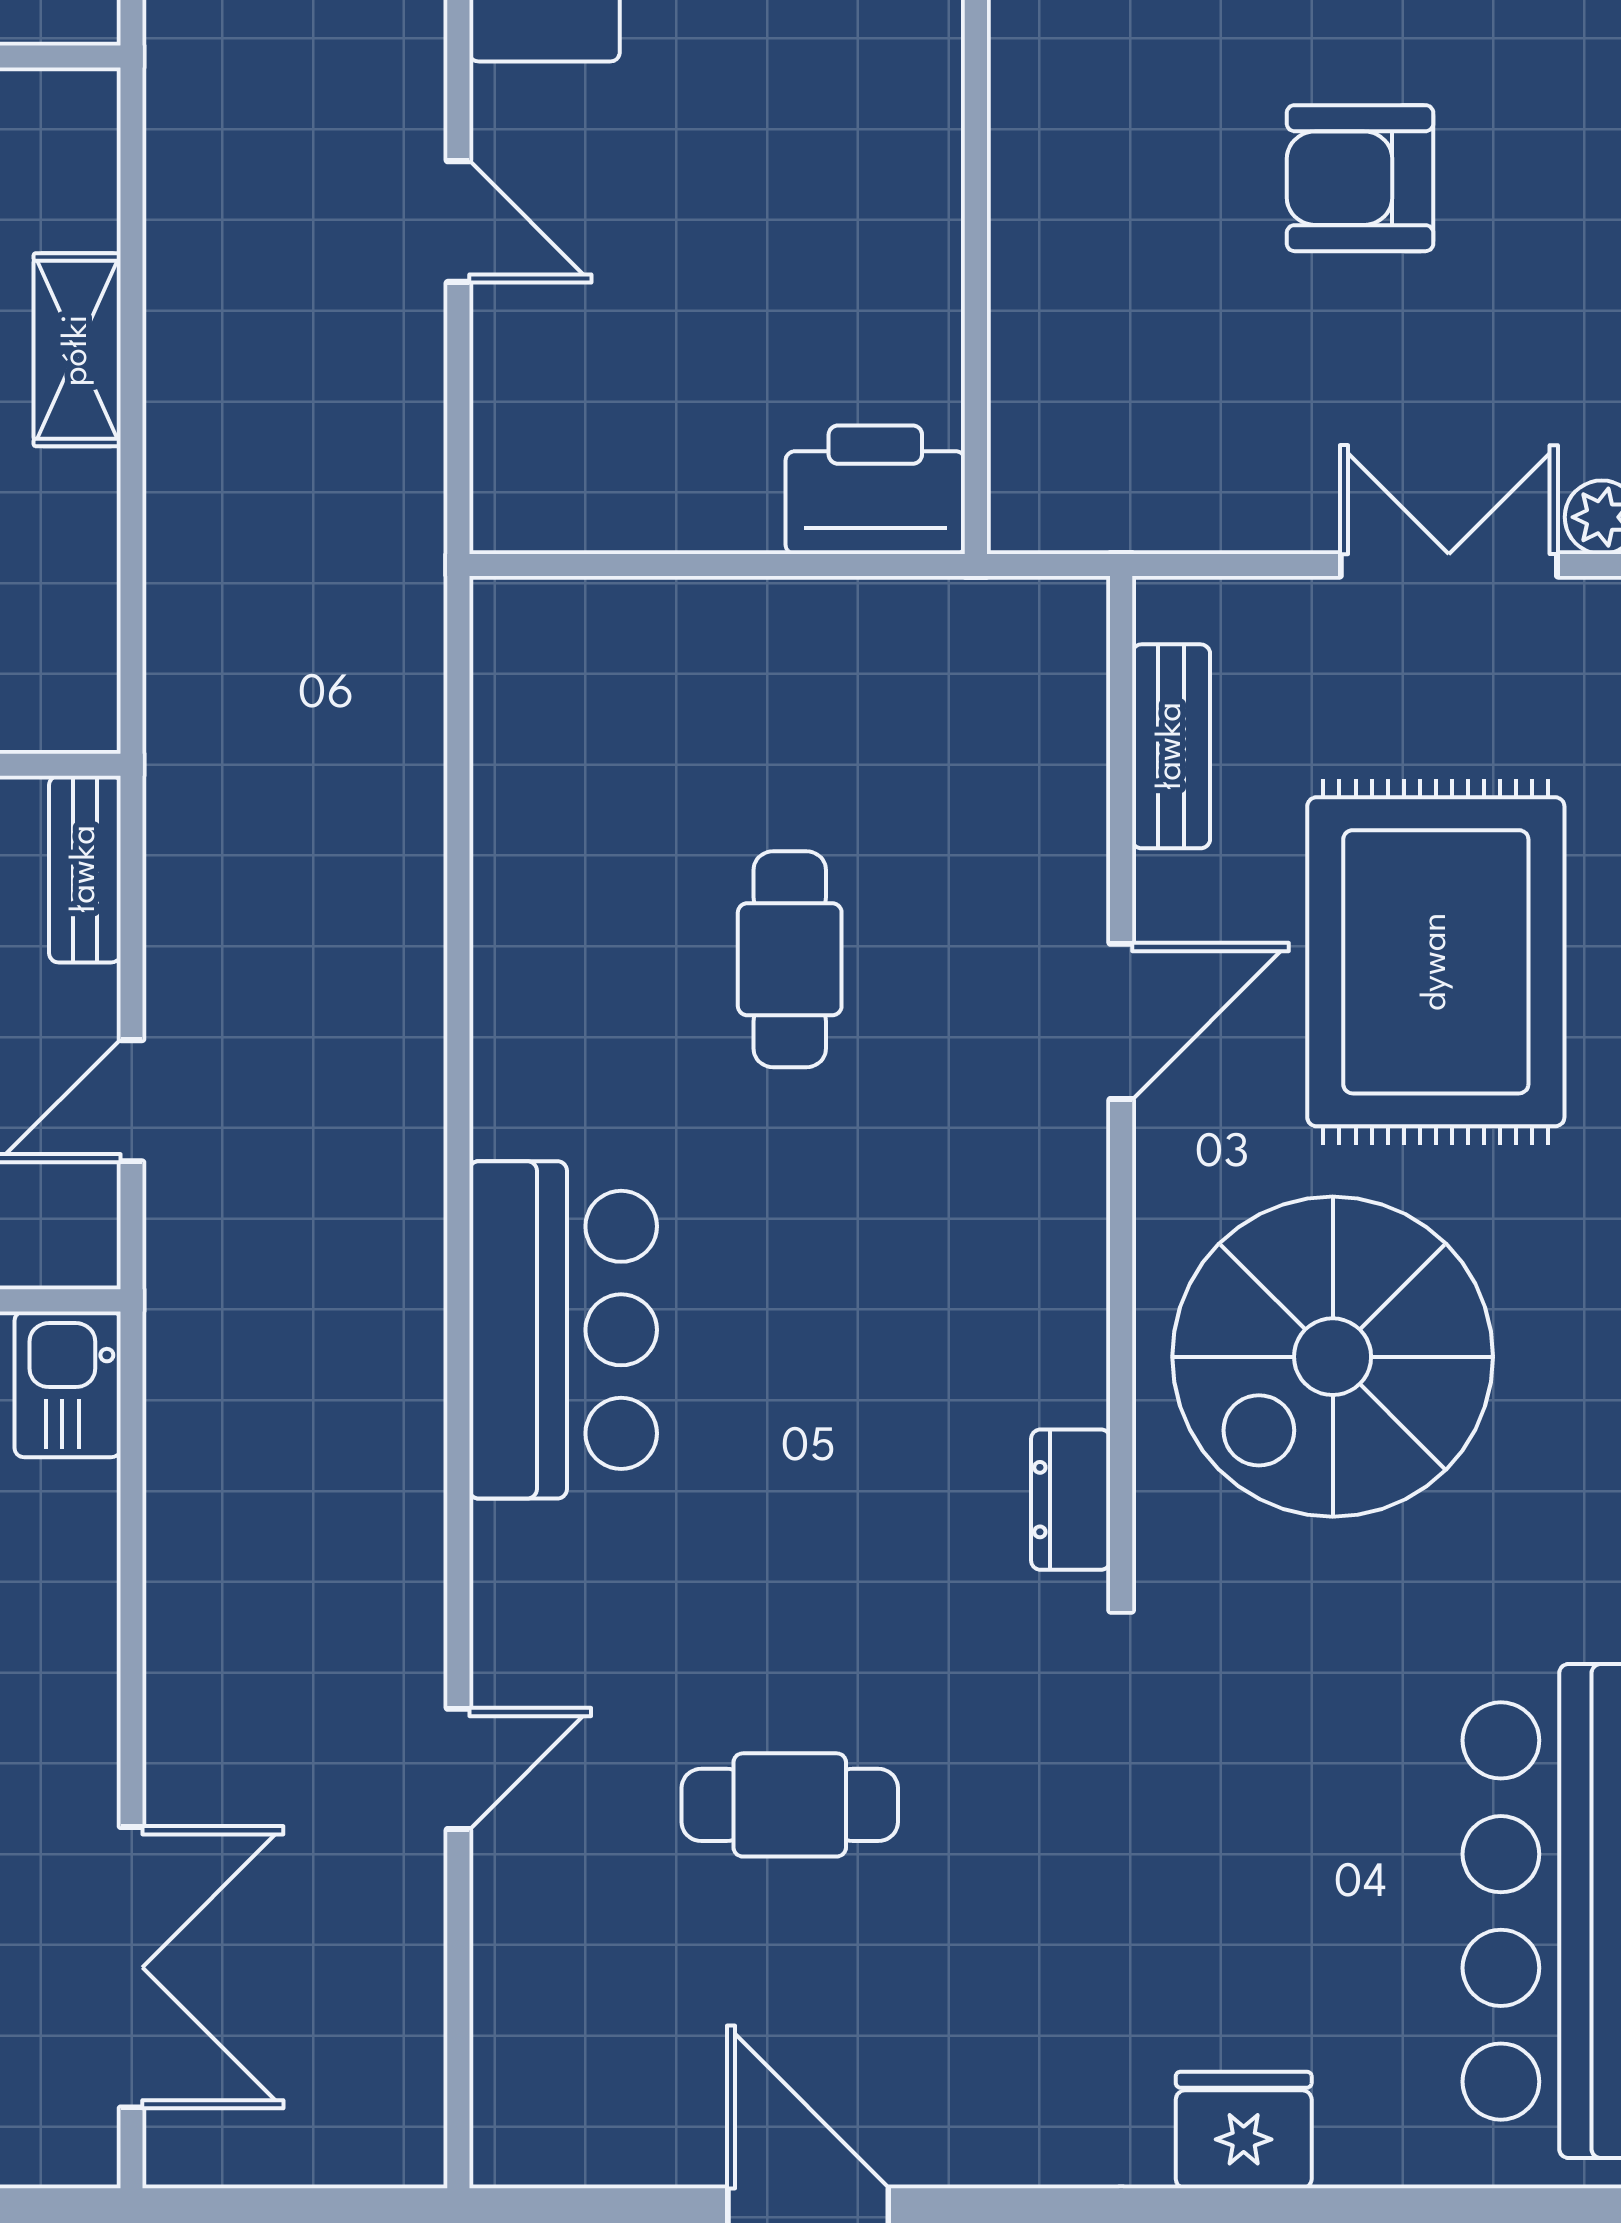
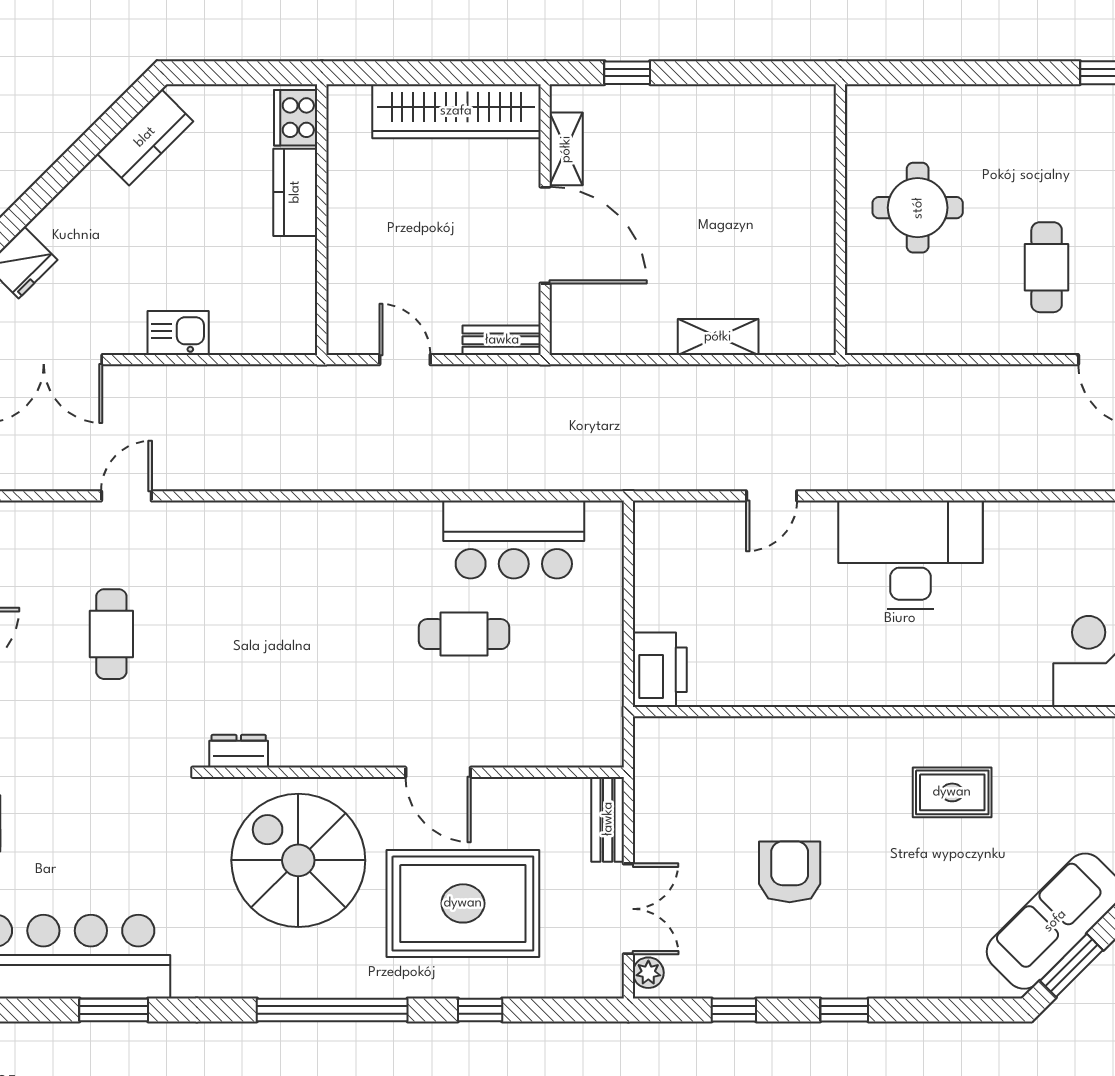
bench: (1171, 746) -> (608, 819), moved, turned 90
bar counter: (563, 1330) -> (514, 540), moved
kitchen sink: (68, 1384) -> (178, 333), moved
door: (458, 1769) -> (126, 496), swing flipped

